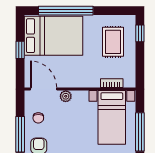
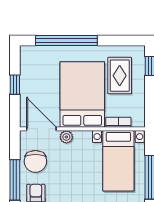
bed: (54, 36) -> (82, 94), moved, turned -90
chair: (38, 118) -> (35, 161), width x1.87, depth x1.87

